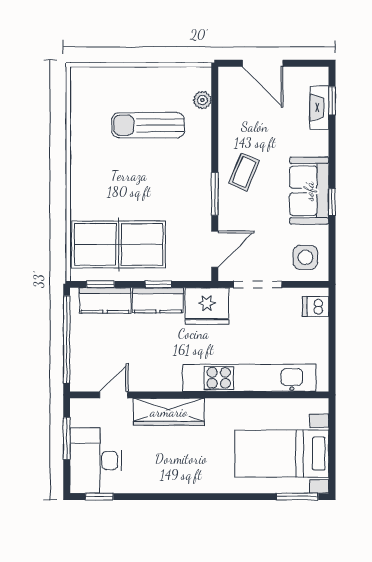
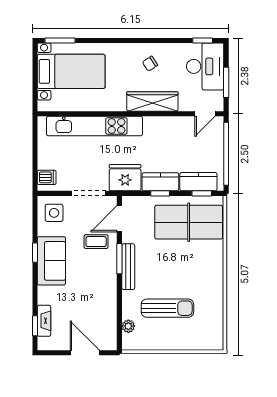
coffee table: (244, 172) -> (96, 242), moved, turned 67
bench: (203, 183) -> (128, 267), added
door: (114, 395) -> (205, 114), moved
chair: (172, 464) -> (150, 64), added

